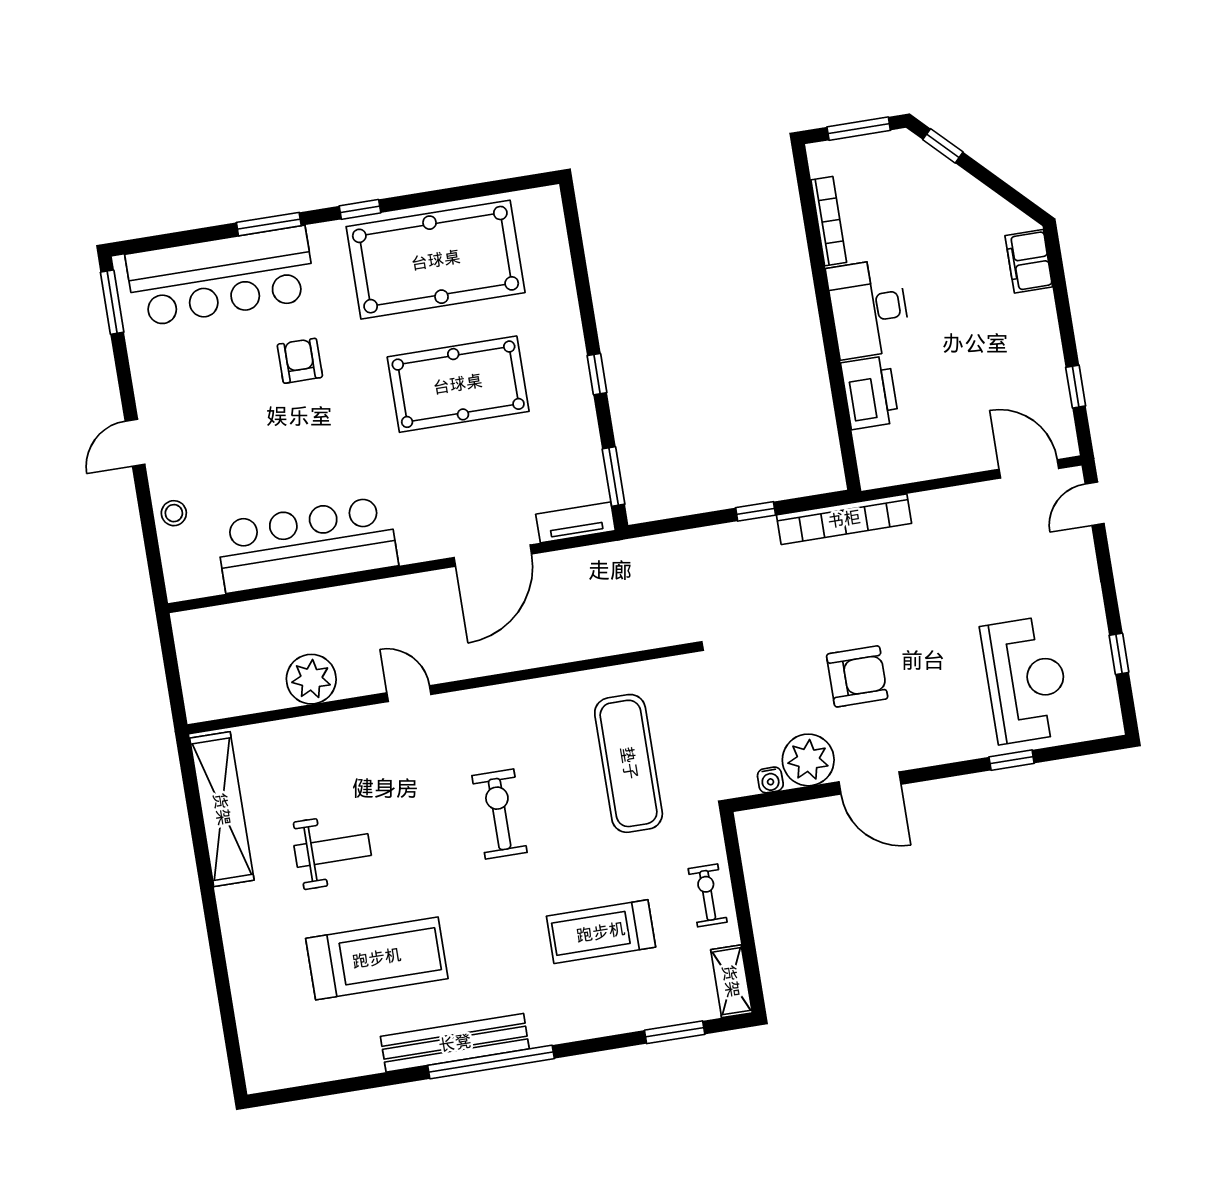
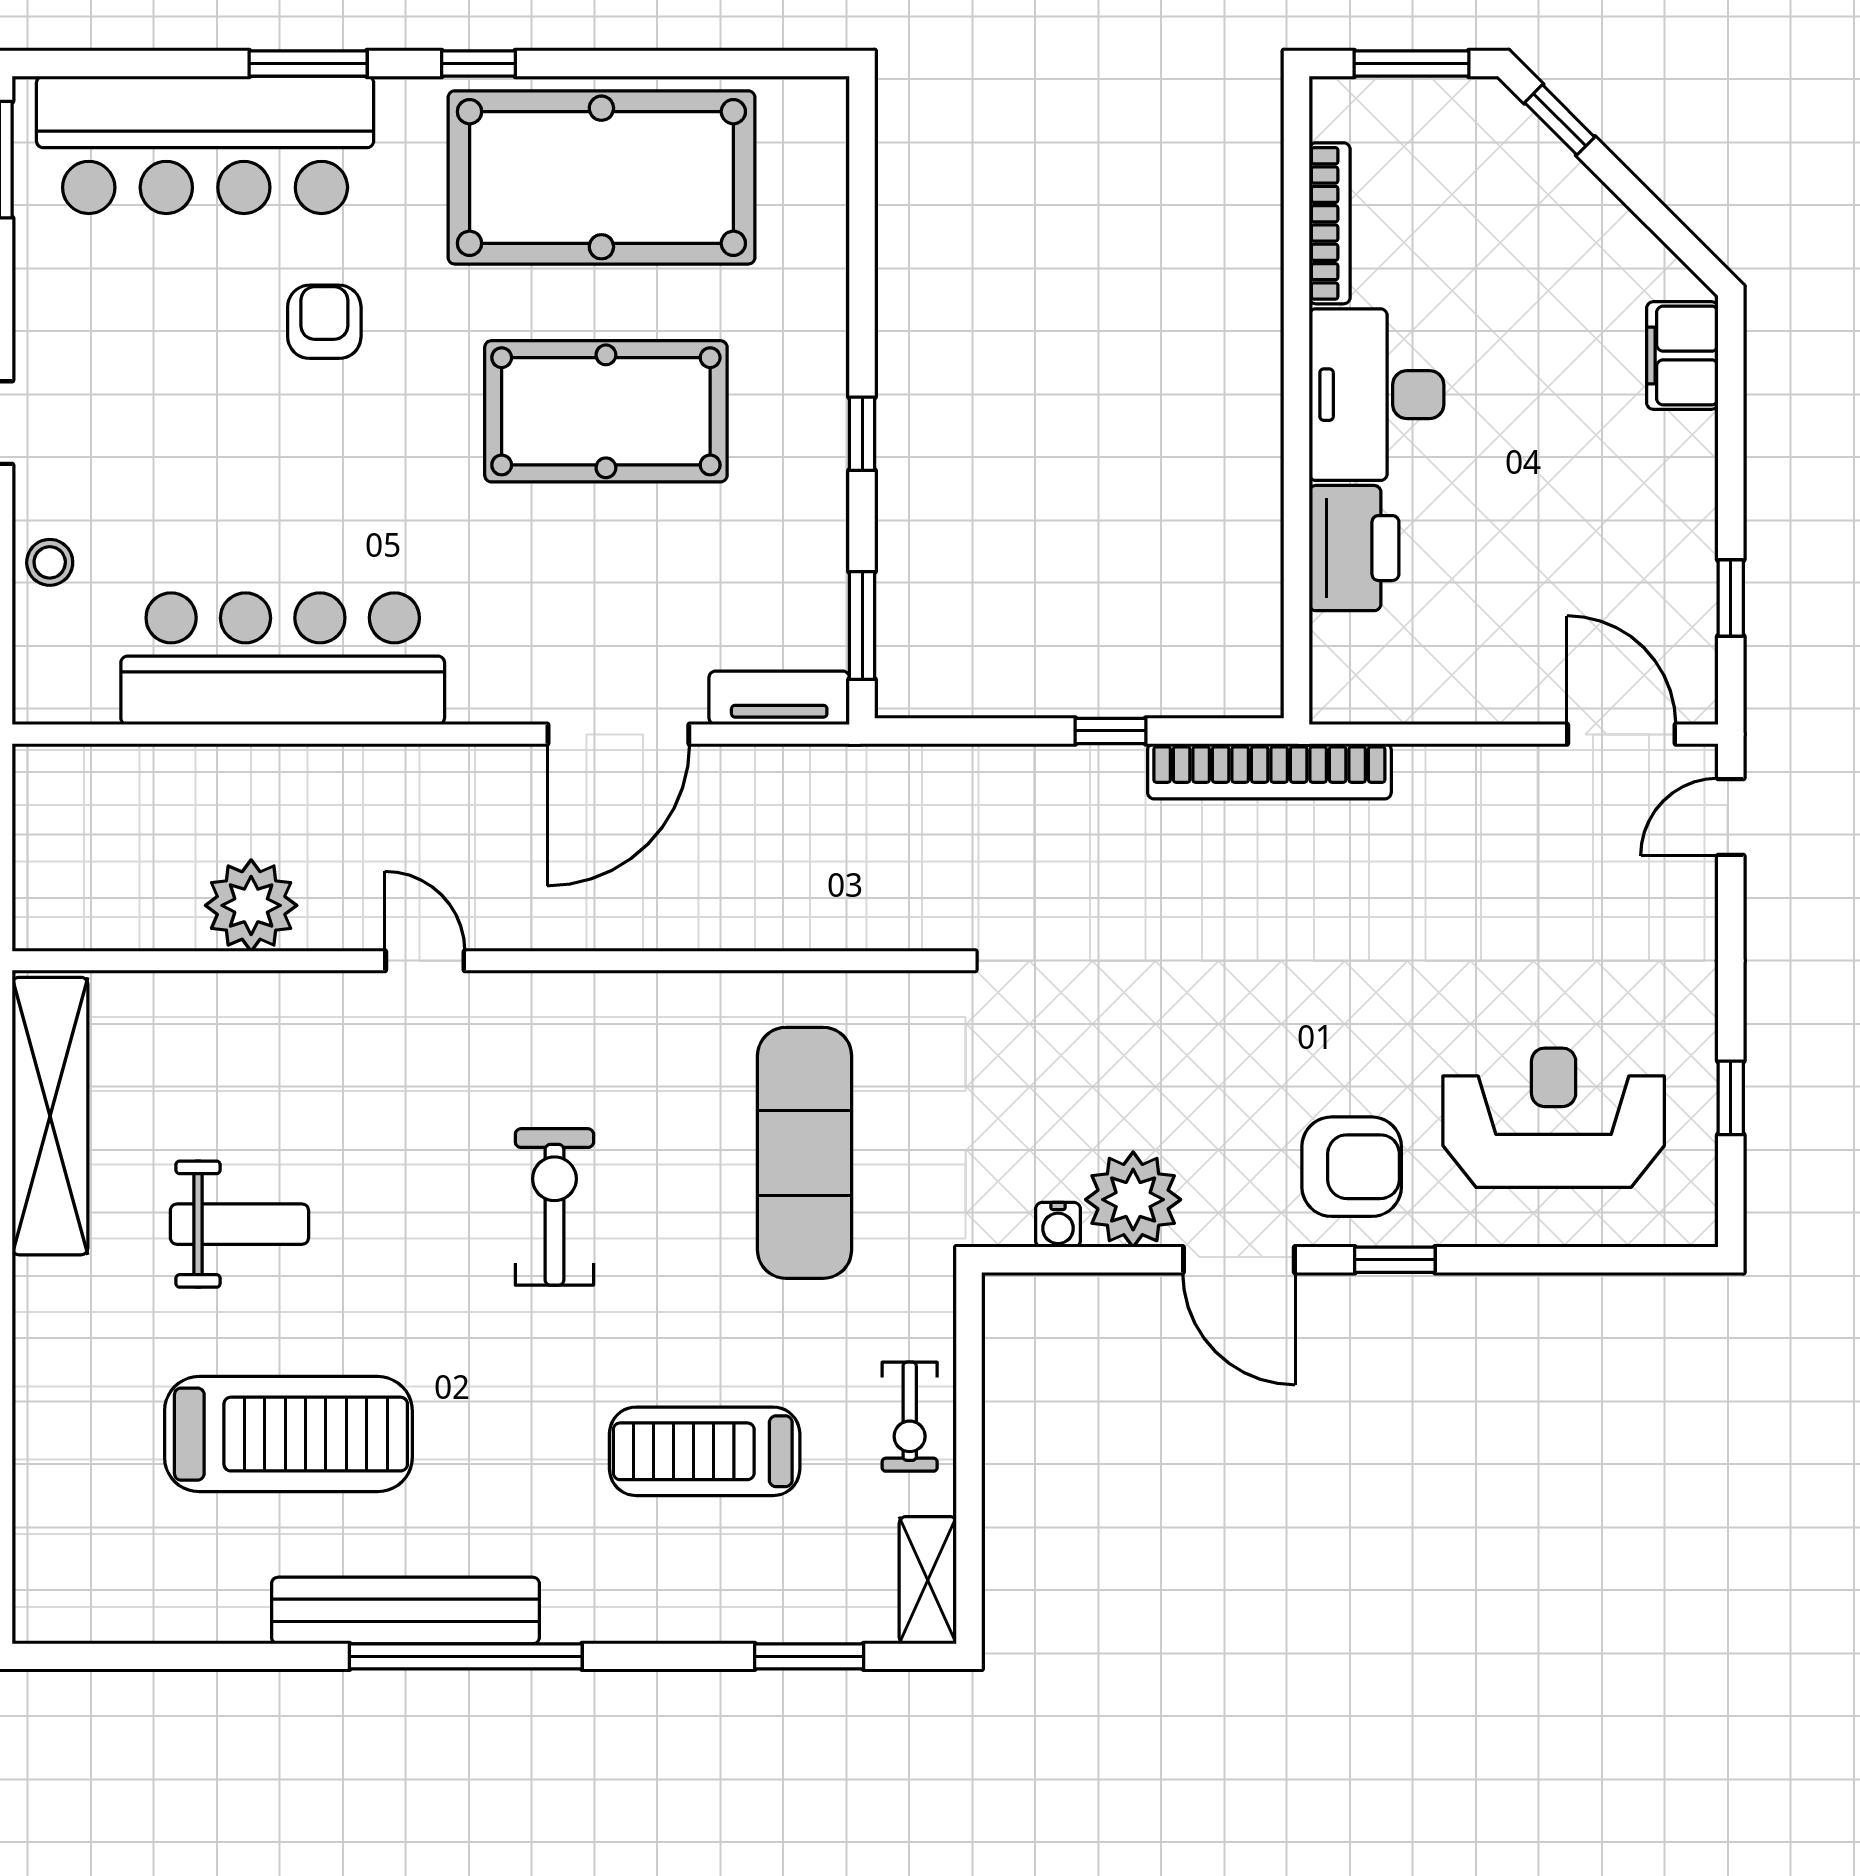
armchair: (857, 676) -> (1352, 1167), moved
reception desk: (1026, 680) -> (1554, 1118), turned -90
window: (1012, 760) -> (1395, 1260), moved
exercise bike: (708, 895) -> (910, 1417), turned 180

